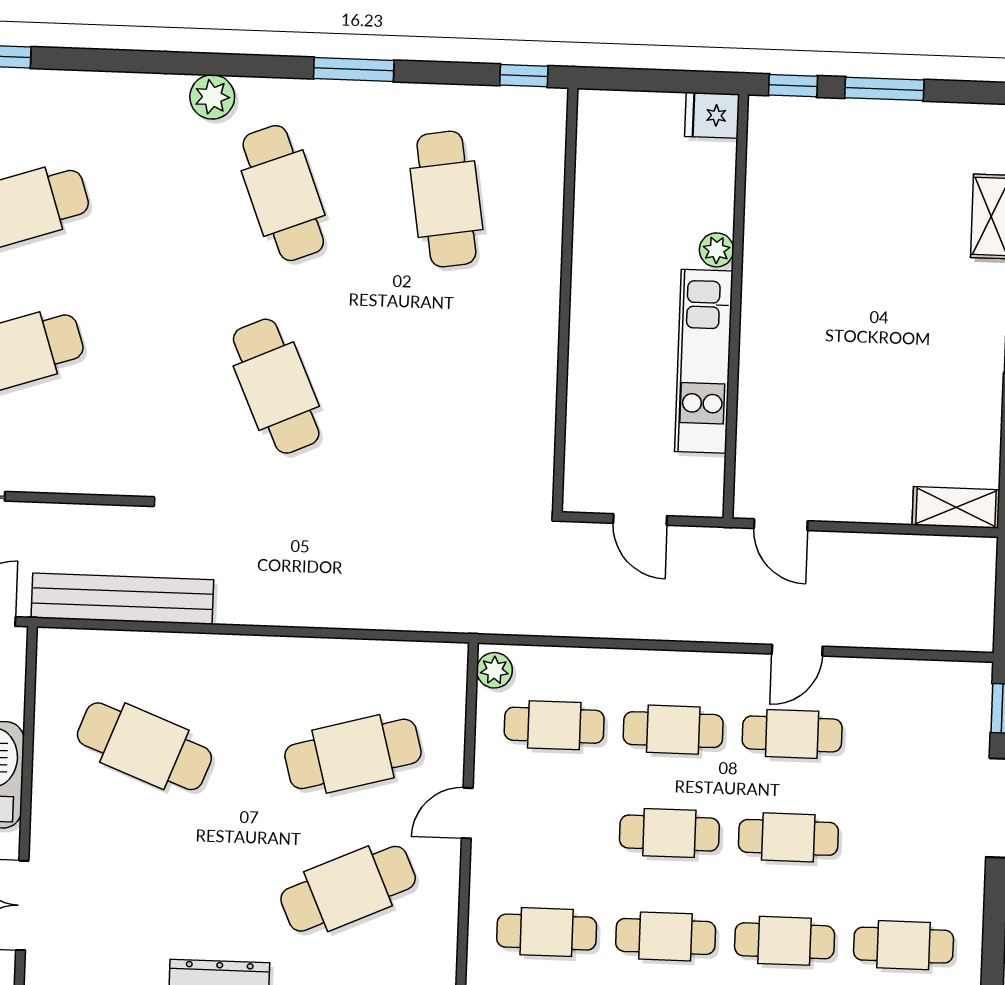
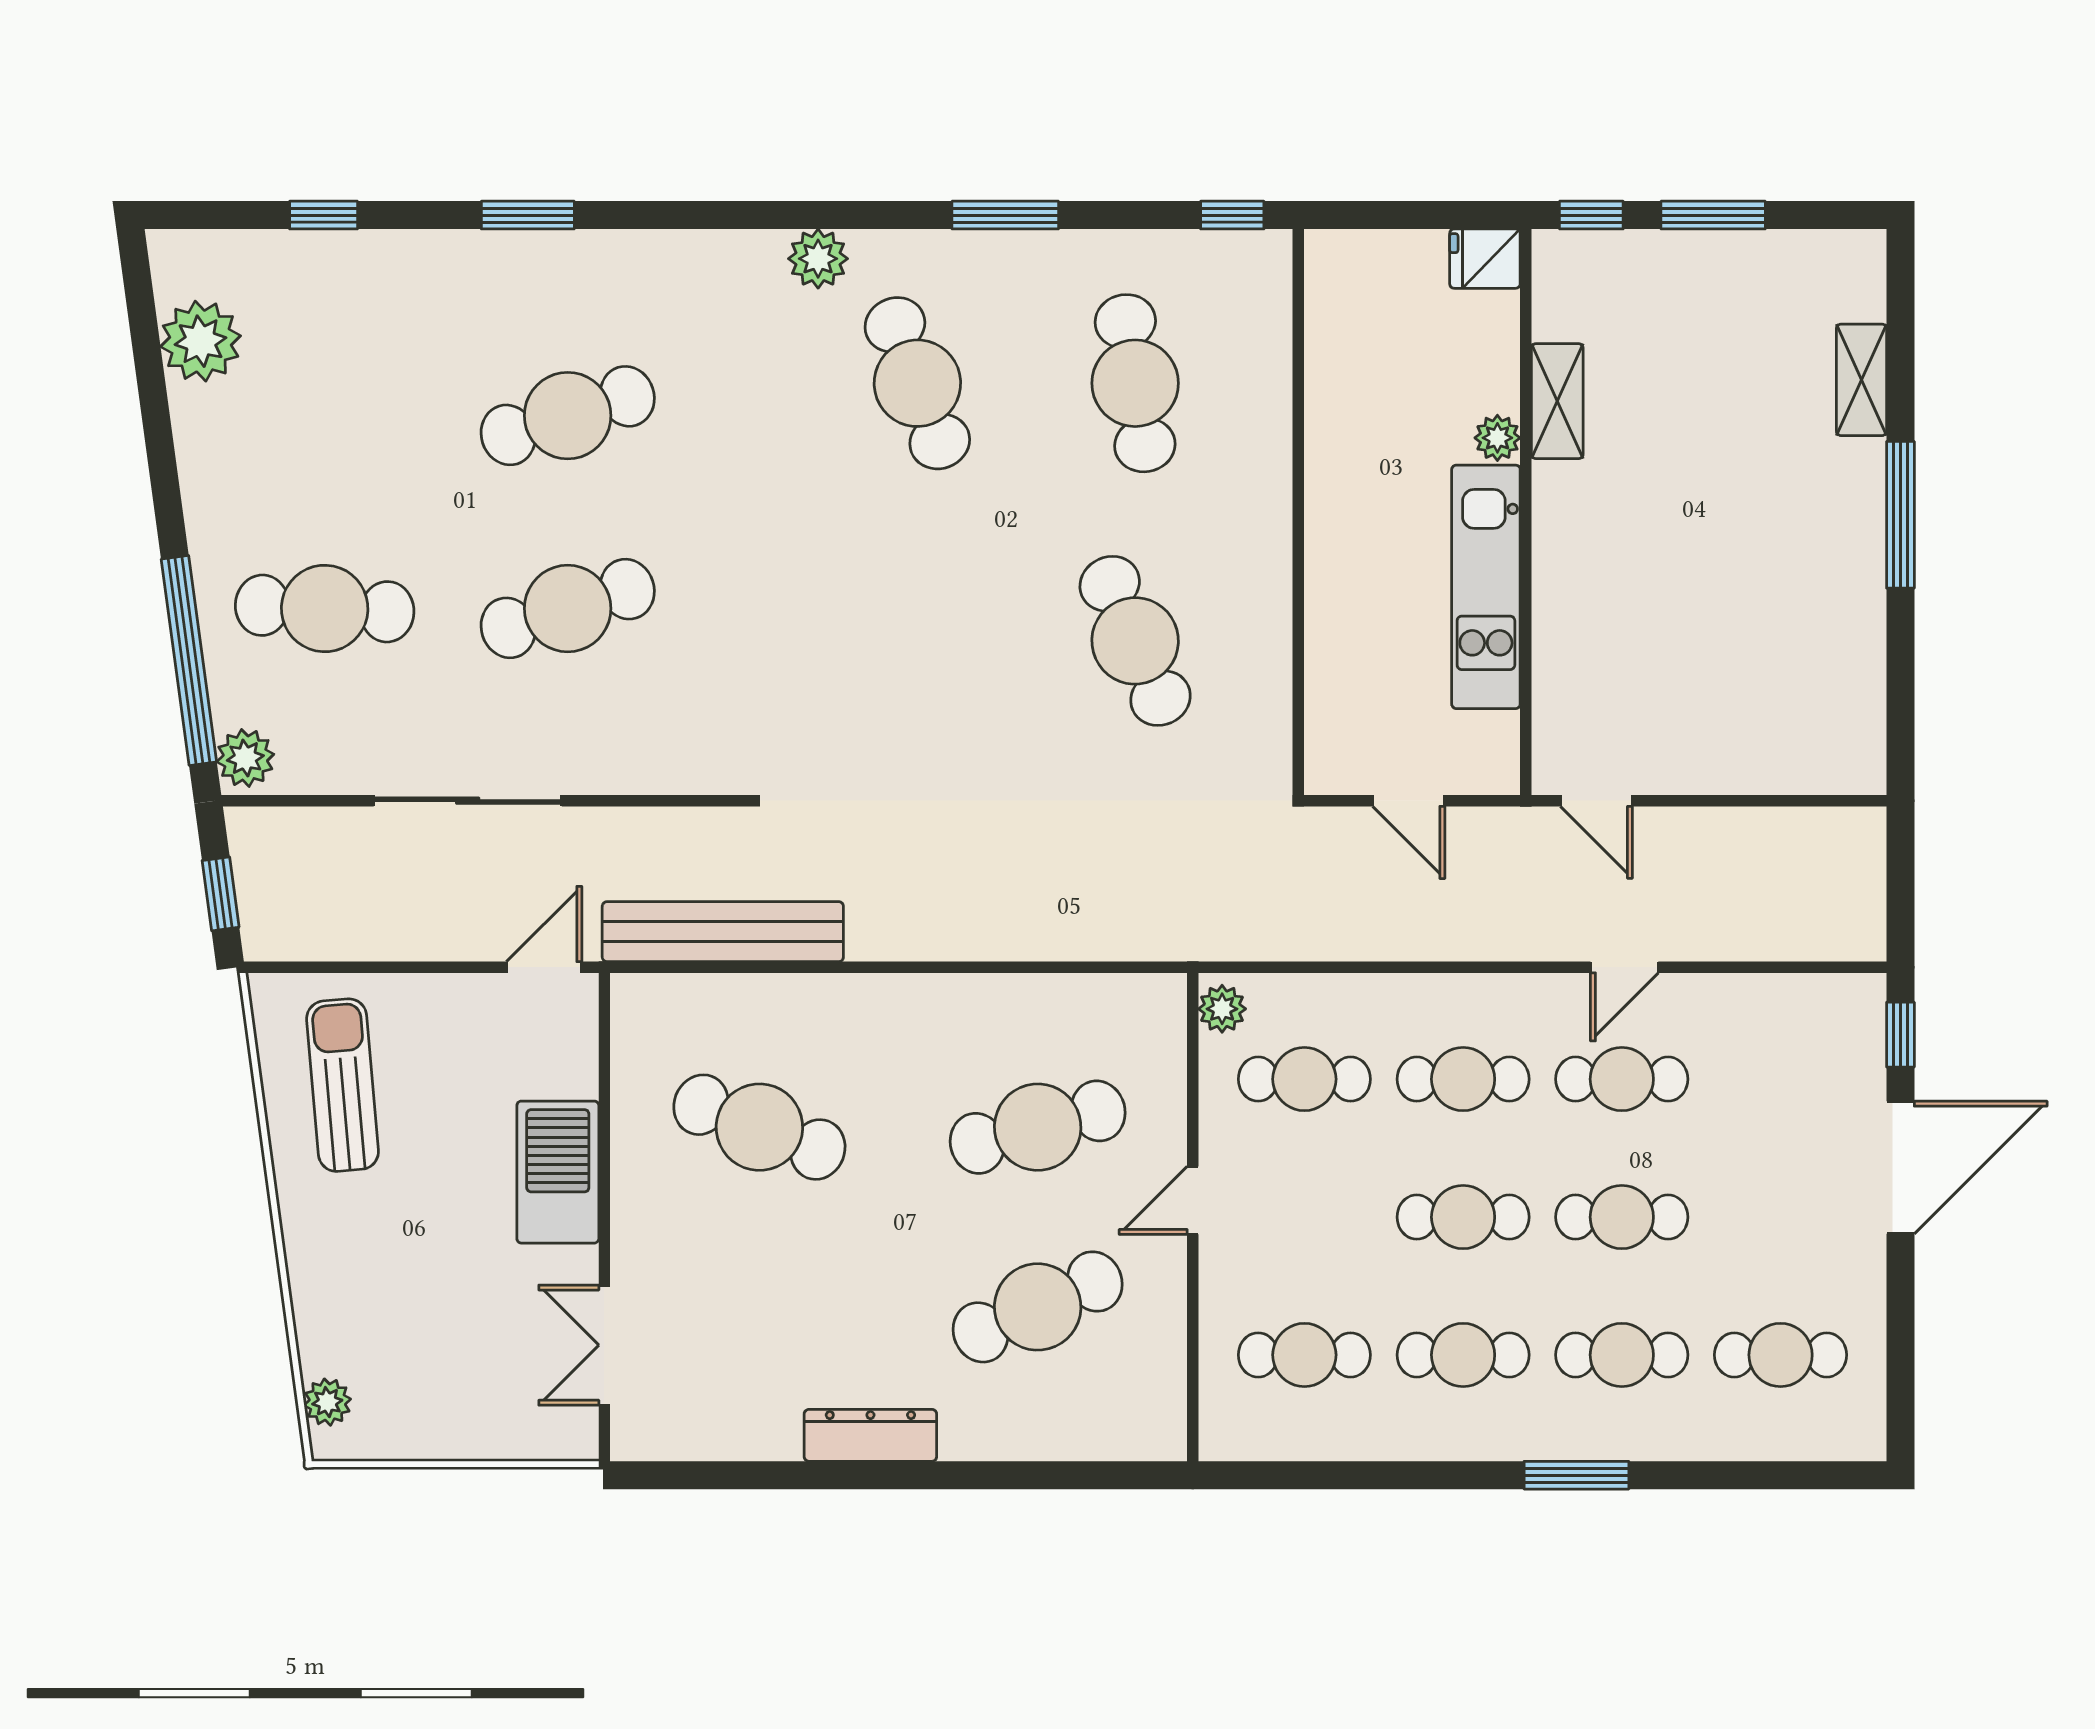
cafe table: (276, 386) -> (1135, 641), moved
shelving: (956, 507) -> (1557, 401), moved, turned 90

